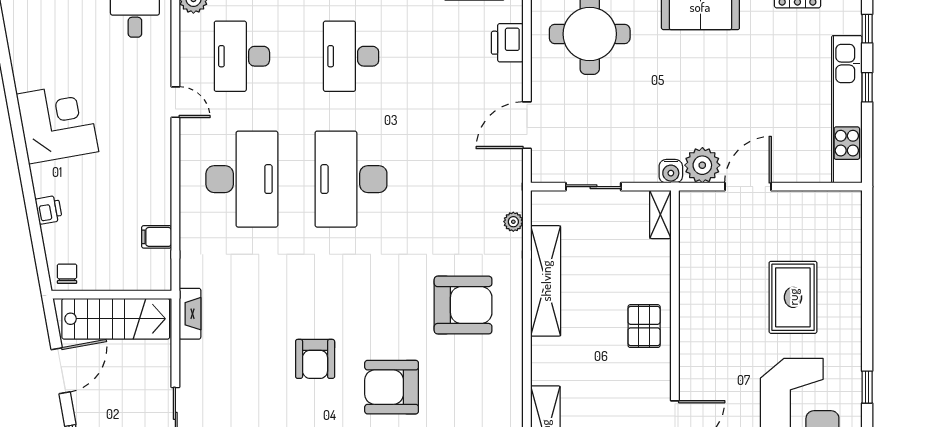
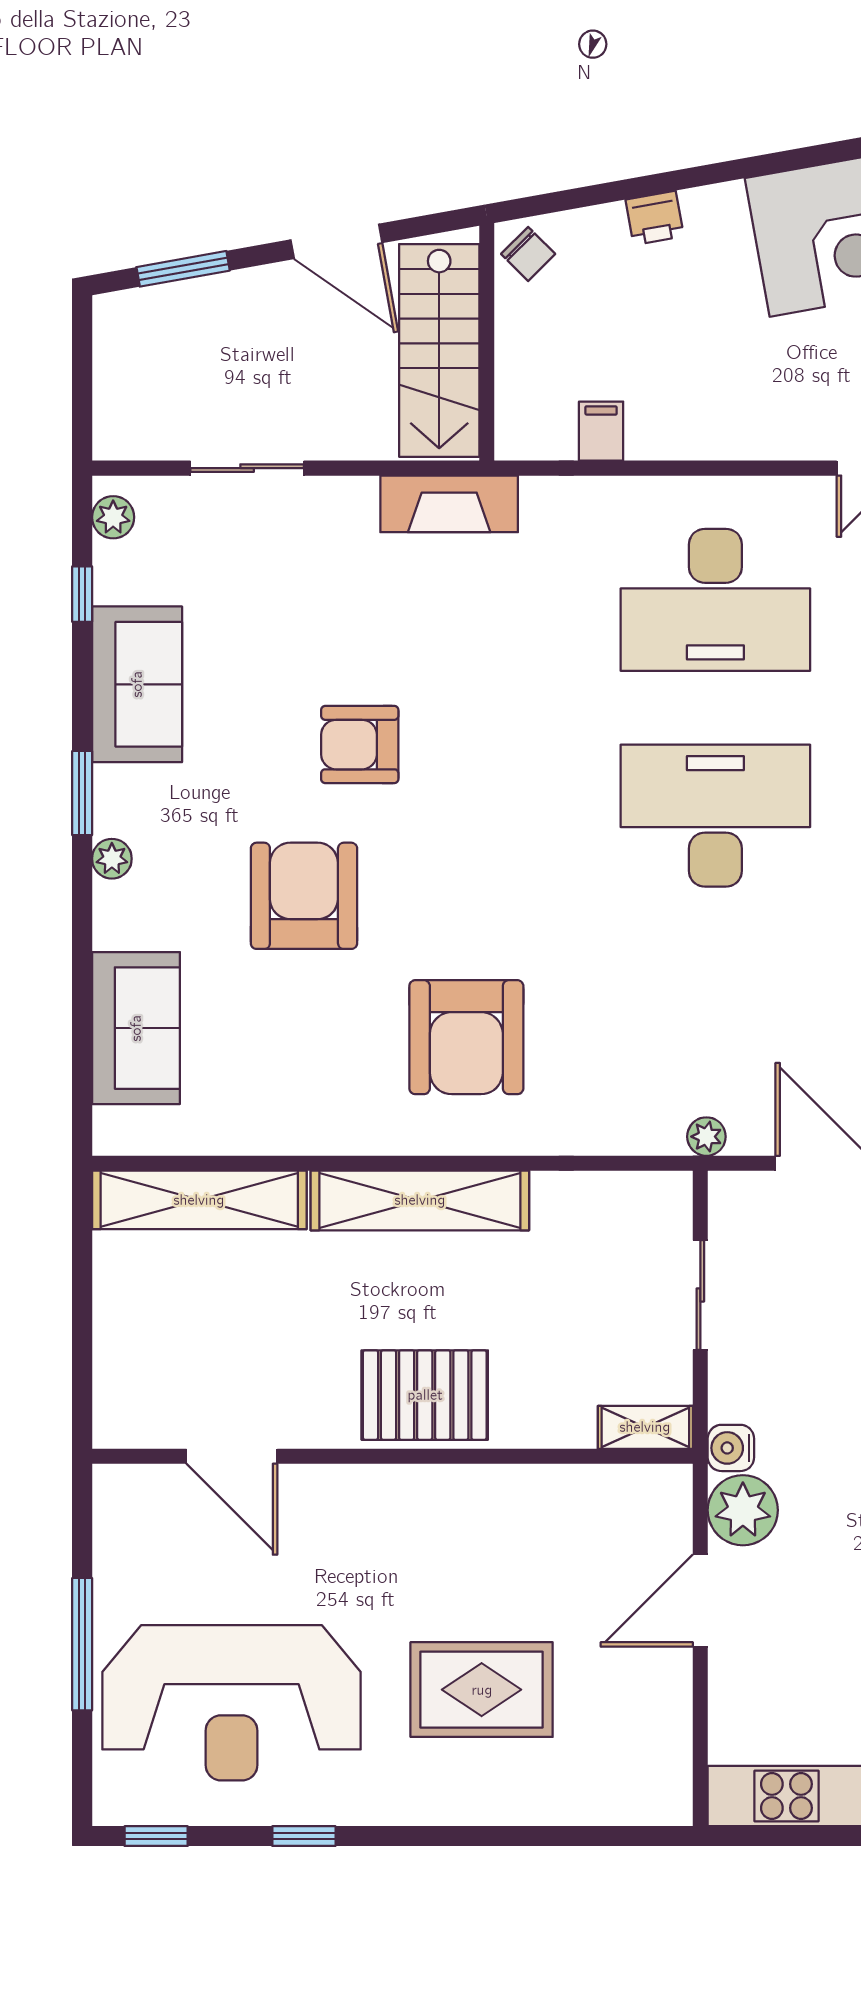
door: (748, 187) -> (700, 1601), swing flipped
plant: (513, 222) -> (706, 1137), moved
chair: (67, 274) -> (528, 254), turned 45
shelving: (546, 281) -> (420, 1200), moved
fireplace: (190, 314) -> (449, 504), width x1.37, depth x1.32
pallet: (644, 326) -> (425, 1395), width x1.50, depth x1.42

